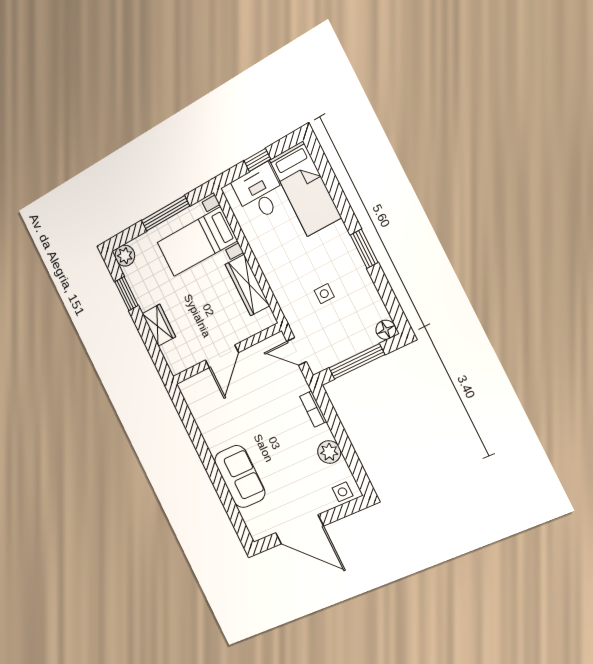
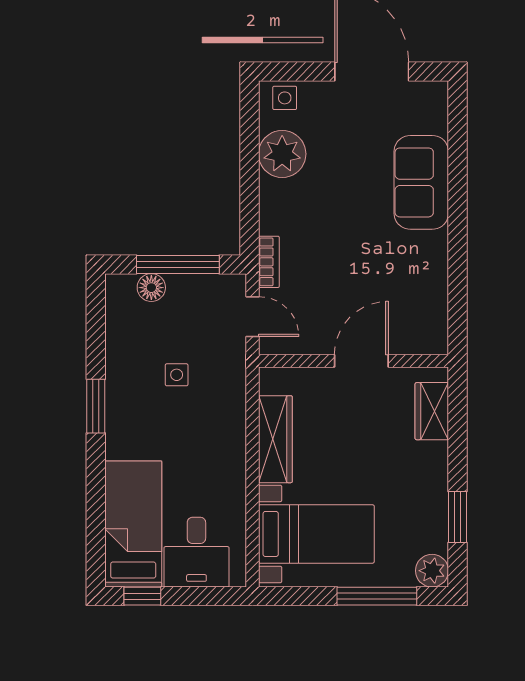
window: (257, 160) -> (142, 596), moved
window: (166, 213) -> (377, 596), moved
wardrobe: (159, 325) -> (432, 411), moved
floor lamp: (386, 330) -> (151, 288), moved
bookcase: (313, 409) -> (269, 262), moved
plant: (329, 452) -> (282, 154), width x1.36, depth x1.36

